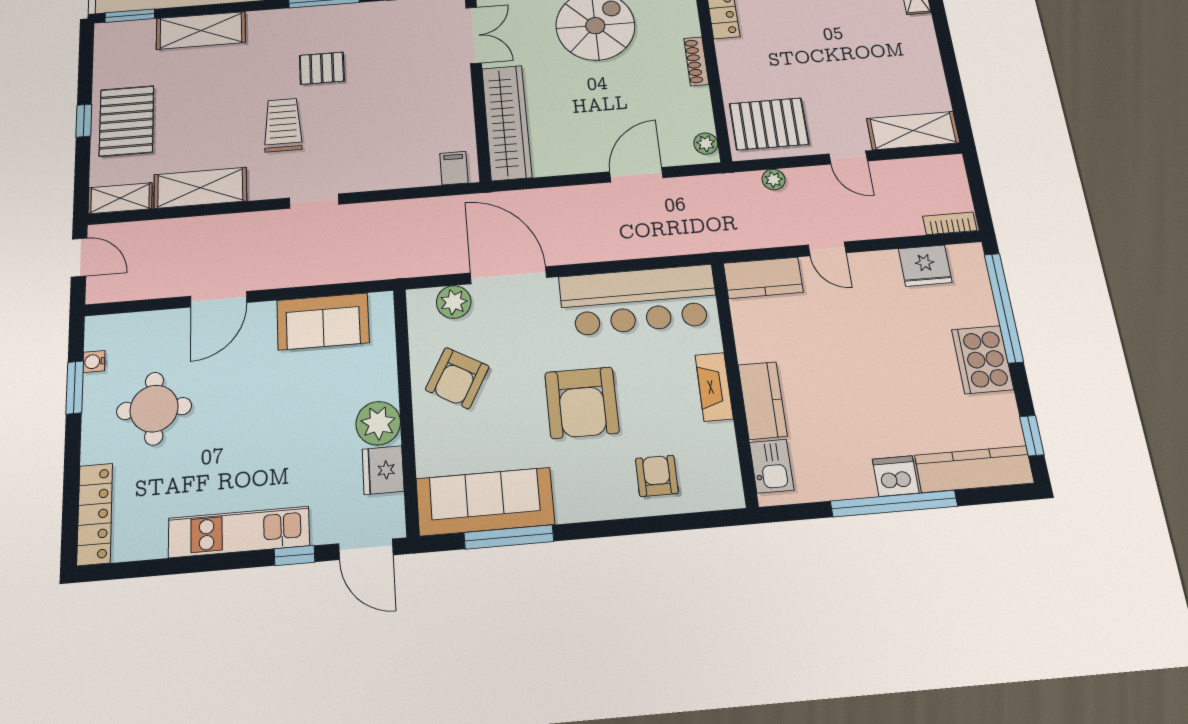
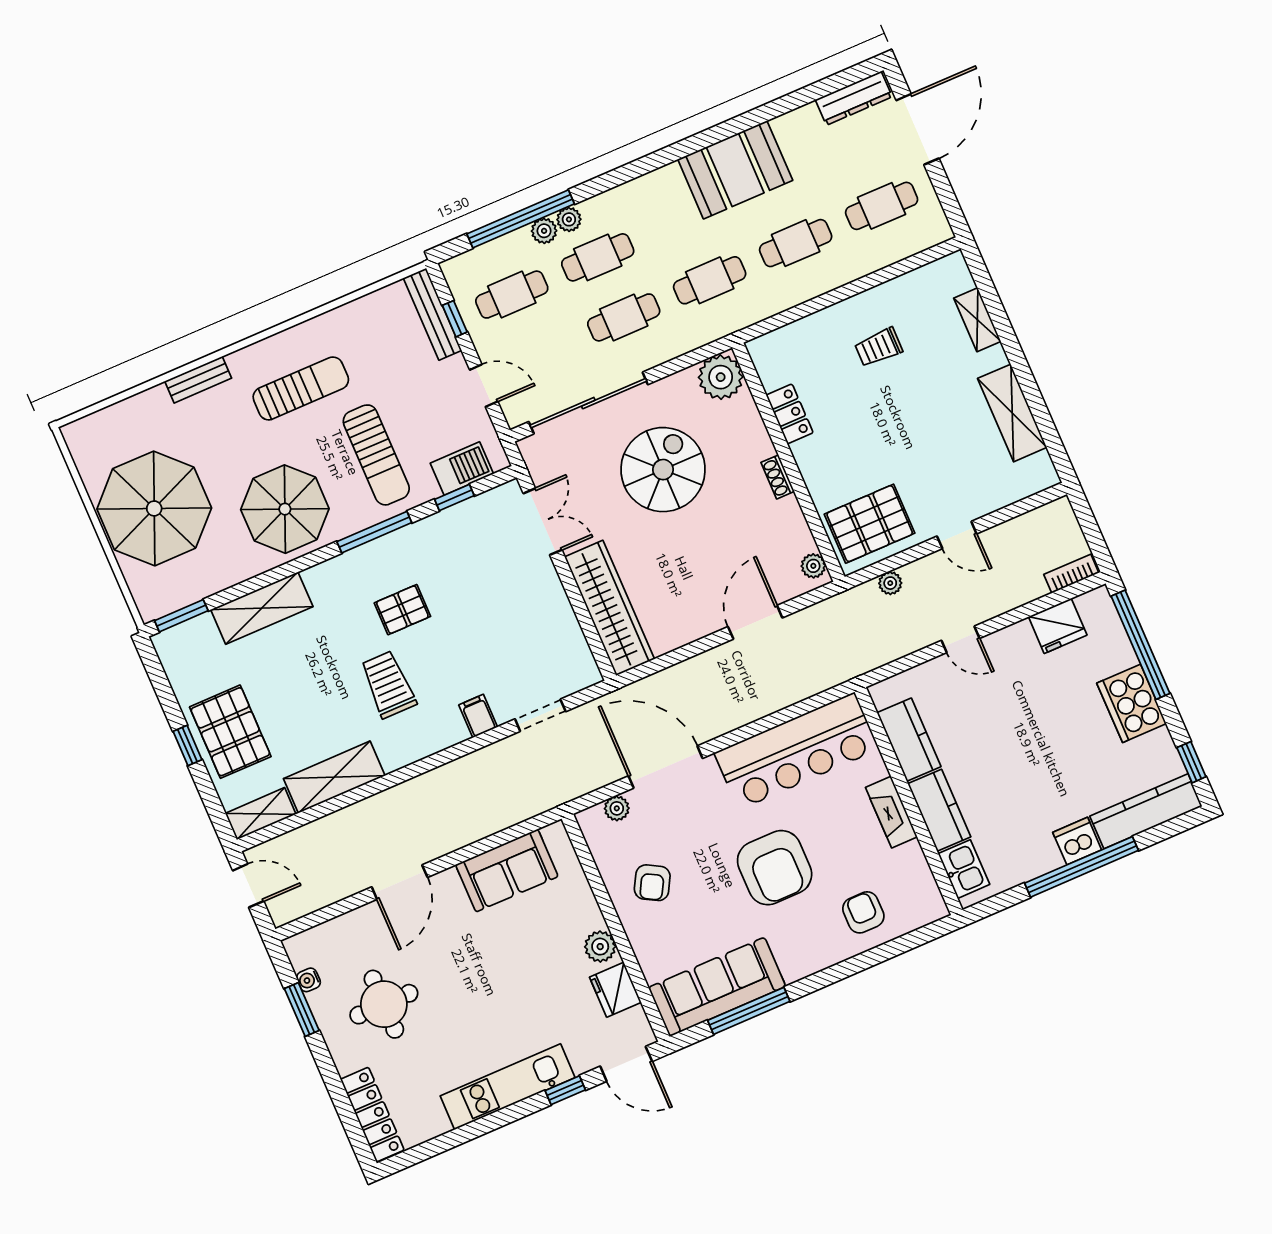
shoe rack: (696, 61) -> (778, 477), width x0.70
shelving: (913, 131) -> (1012, 413), moved, turned 90
filing cabinet: (454, 168) -> (478, 716), moved
doorway: (314, 201) -> (540, 715), moved
kitchen counter: (763, 278) -> (909, 740), moved, turned -90
plant: (454, 302) -> (617, 808), width x0.73, depth x0.73
armchair: (457, 378) -> (652, 883), width x0.72, depth x0.72
plant: (378, 423) -> (600, 947), width x0.73, depth x0.73

